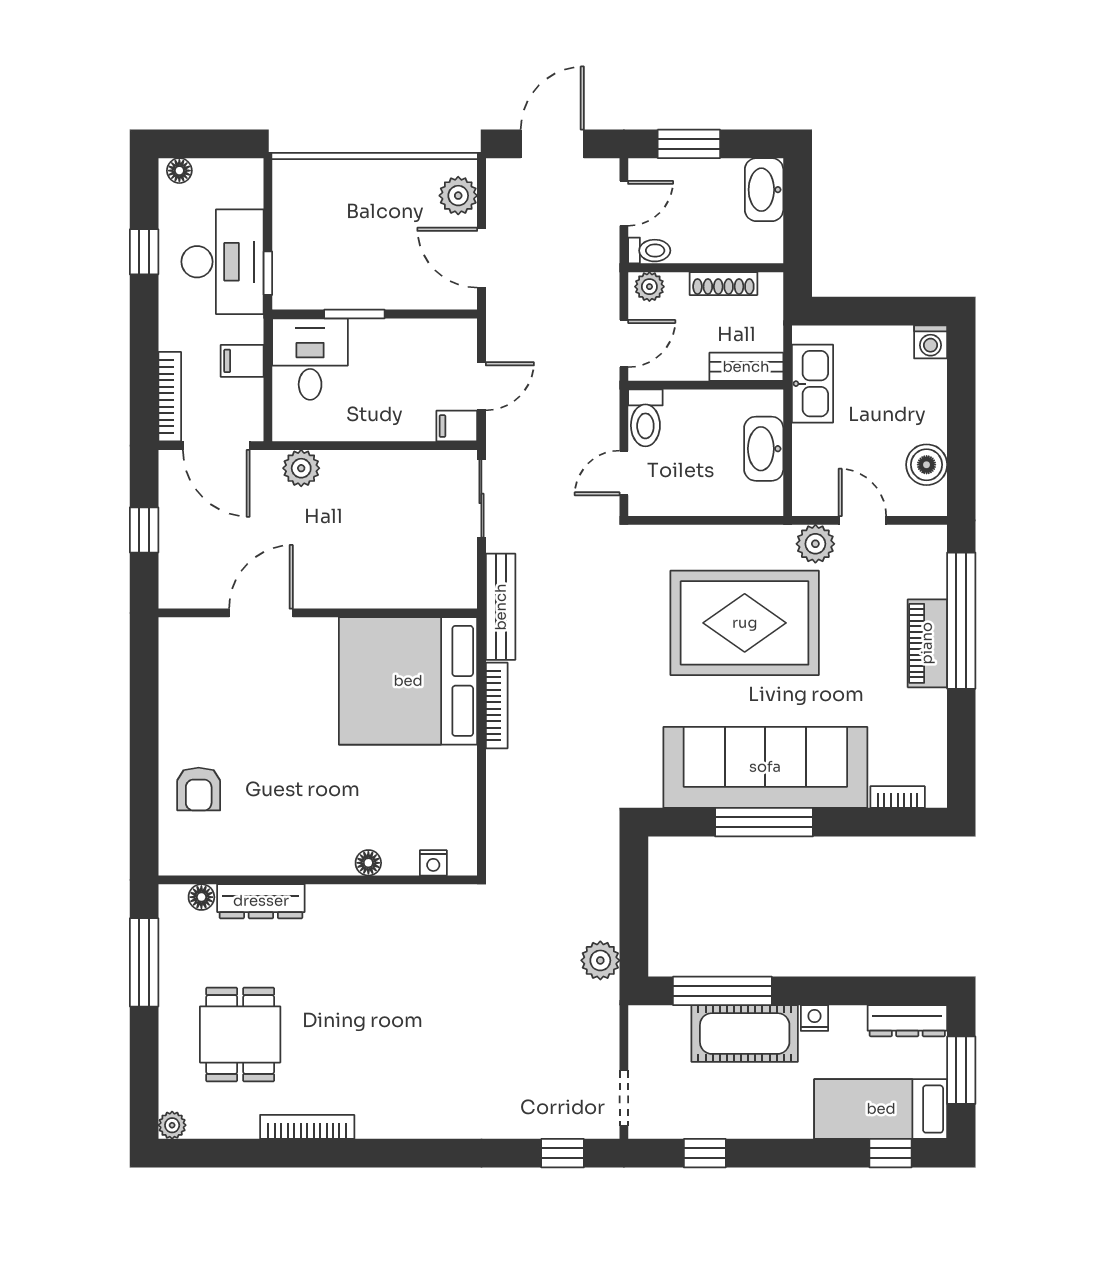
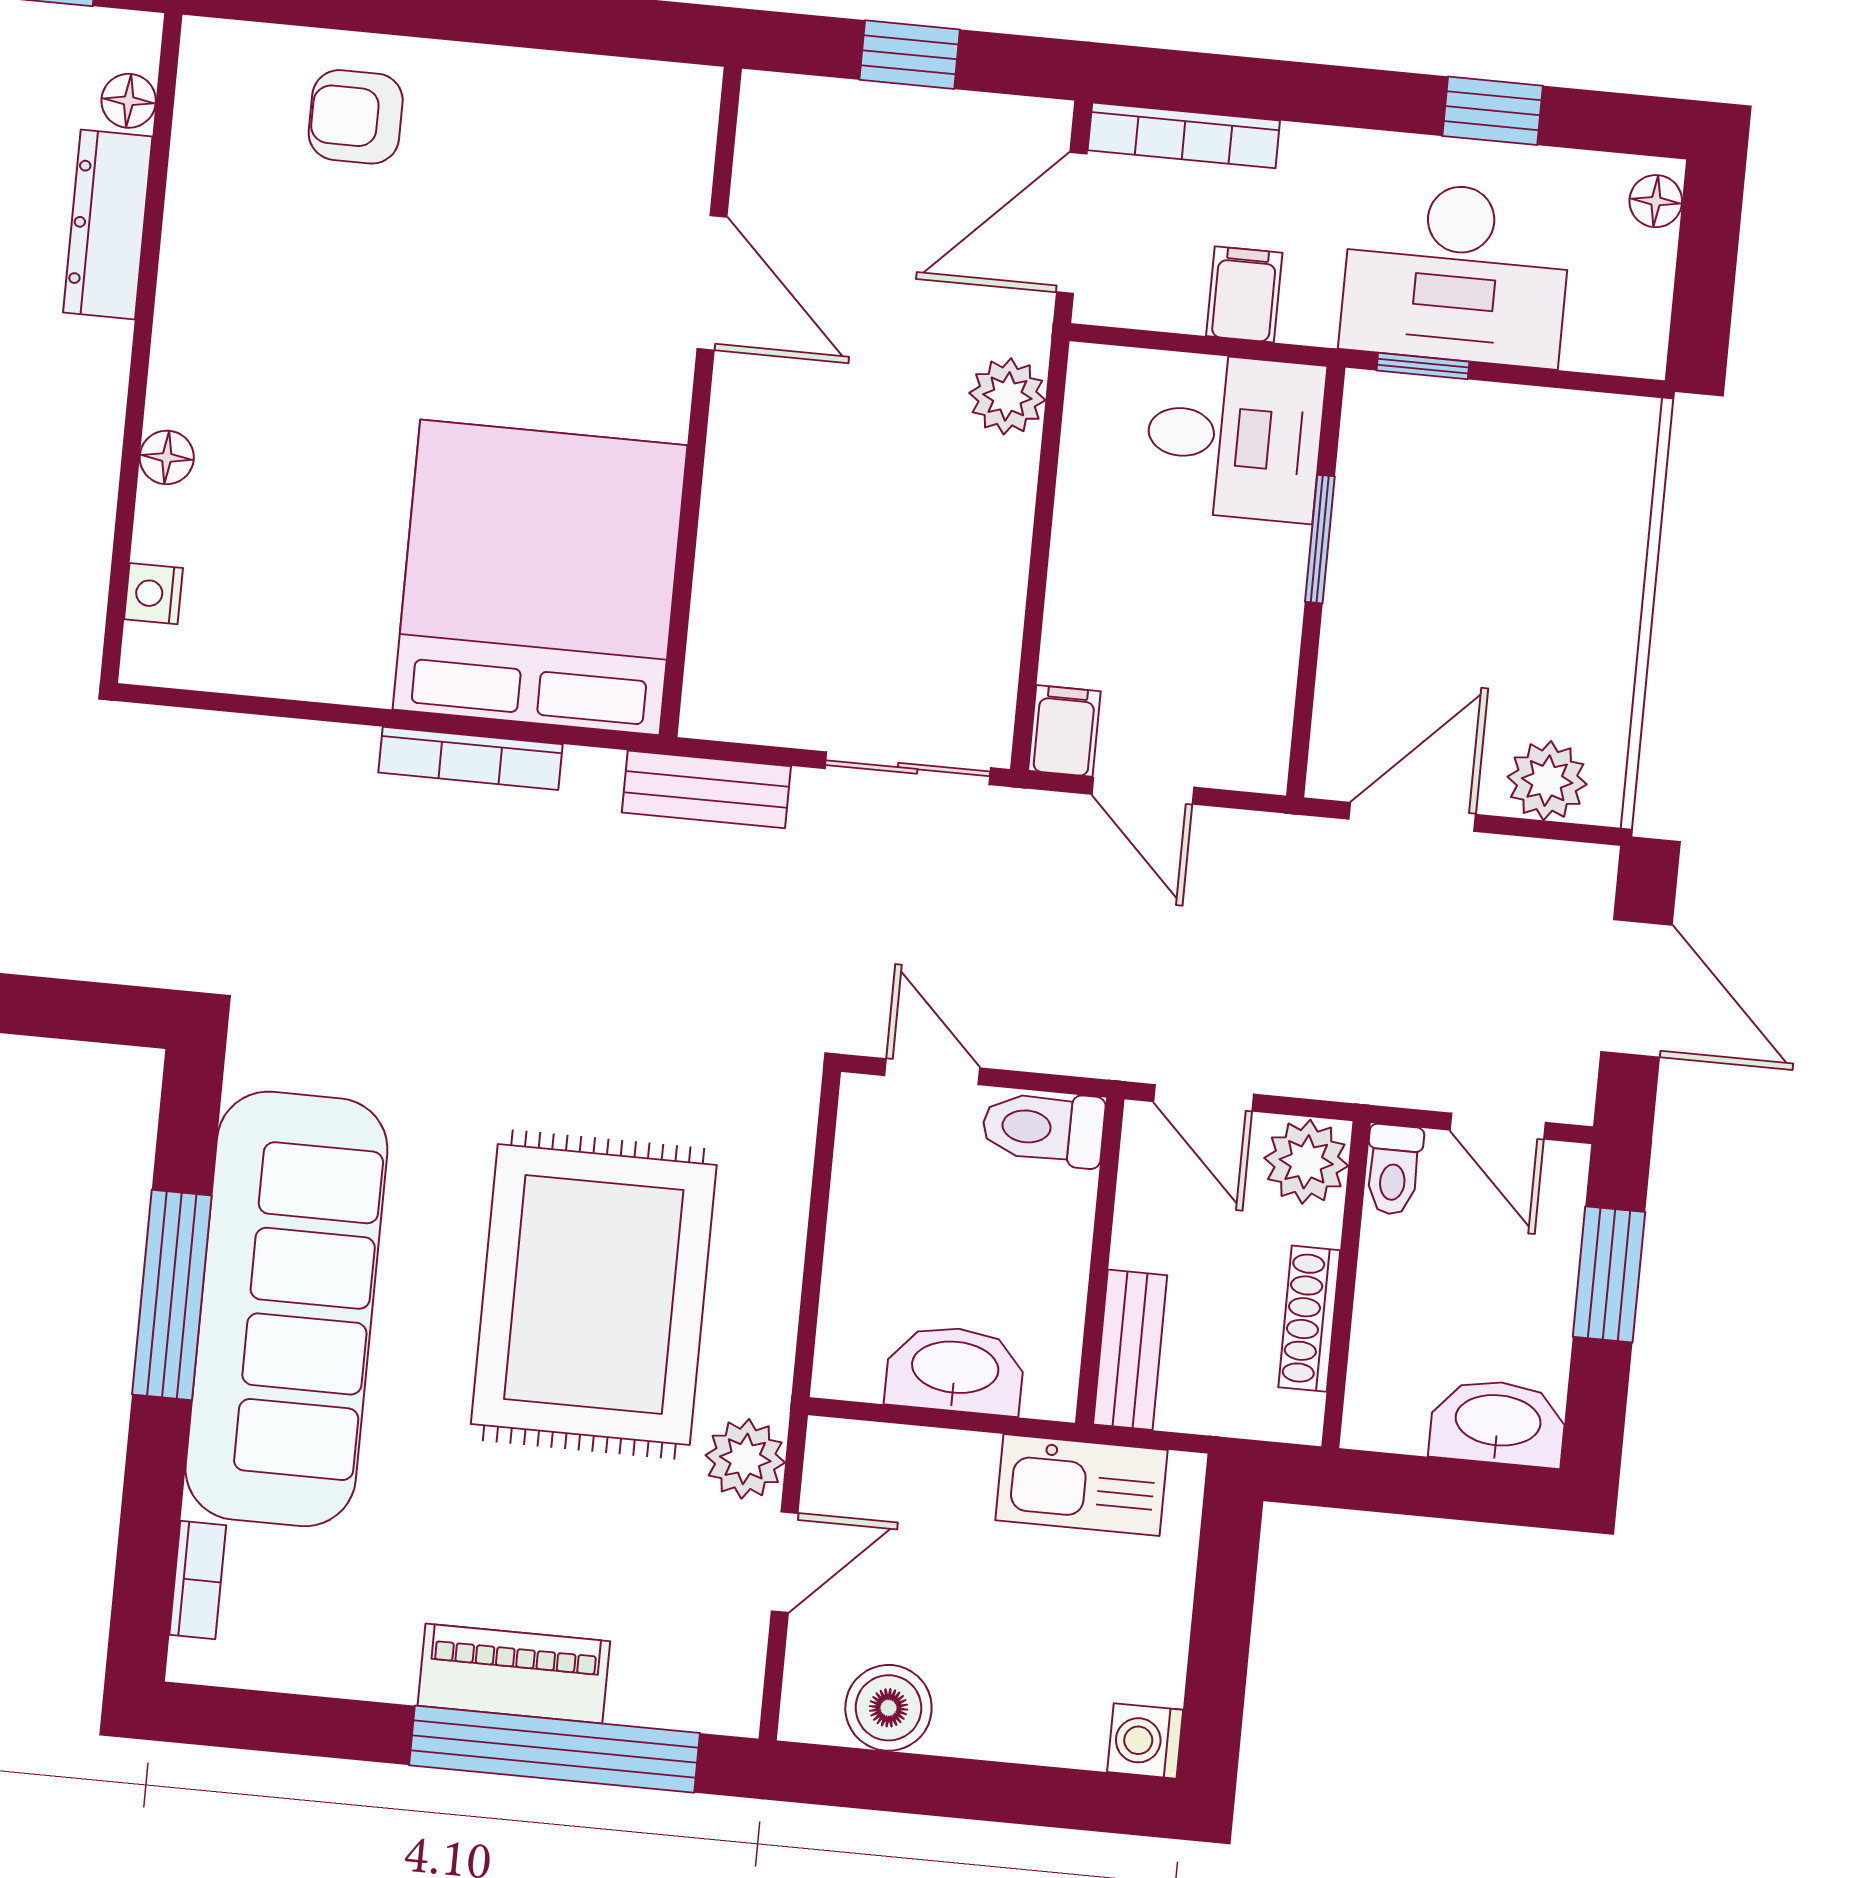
plant: (649, 287) -> (1306, 1162), width x1.38, depth x1.38
bench: (501, 607) -> (706, 789), width x0.73

